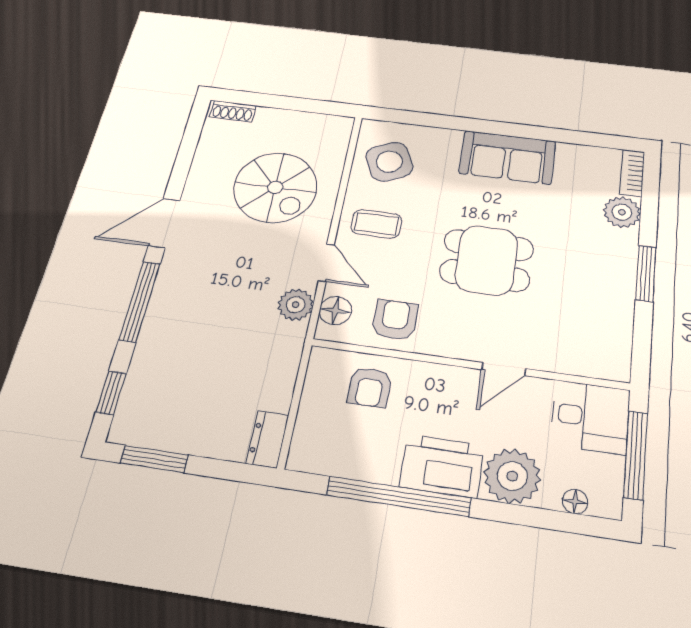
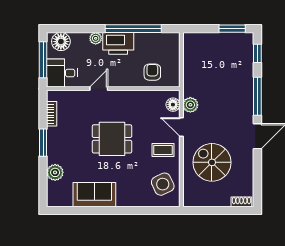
sofa: (507, 157) -> (94, 195), moved
bookcase: (632, 173) -> (52, 114), moved
armchair: (395, 320) -> (147, 104), removed
dresser: (267, 439) -> (189, 44), removed
plant: (512, 476) -> (96, 38), width x0.53, depth x0.53
floor lamp: (575, 502) -> (61, 42), width x1.89, depth x1.89

